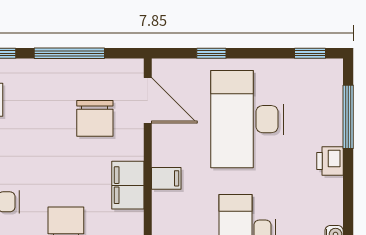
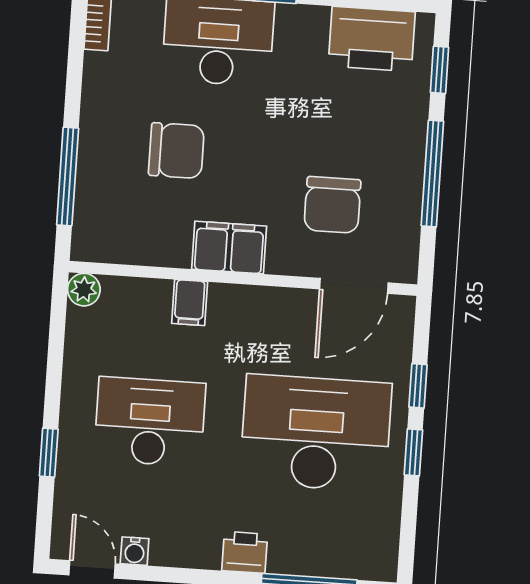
window: (310, 53) -> (413, 452), moved
chair: (95, 118) -> (332, 205), turned -90
filing cabinet: (166, 178) -> (190, 303), moved

